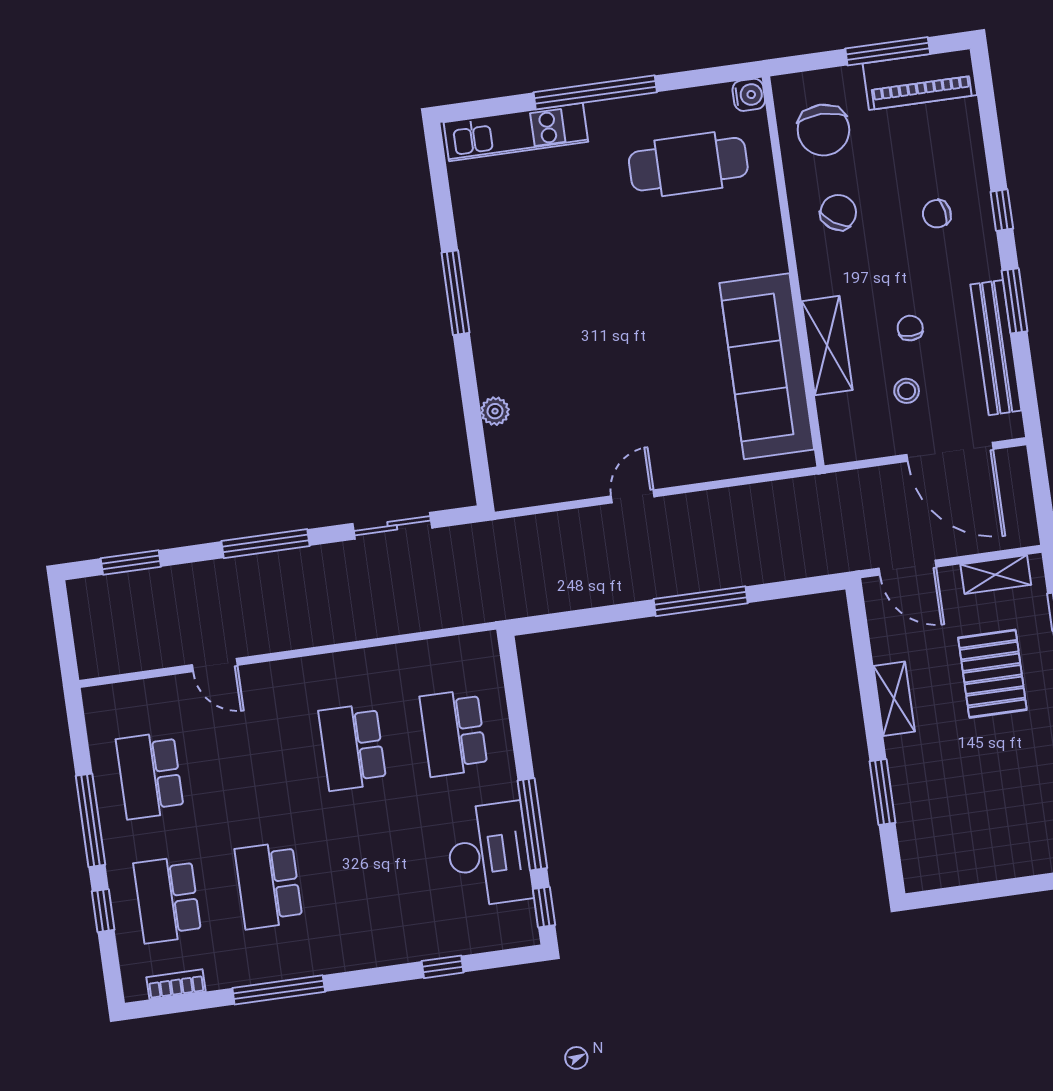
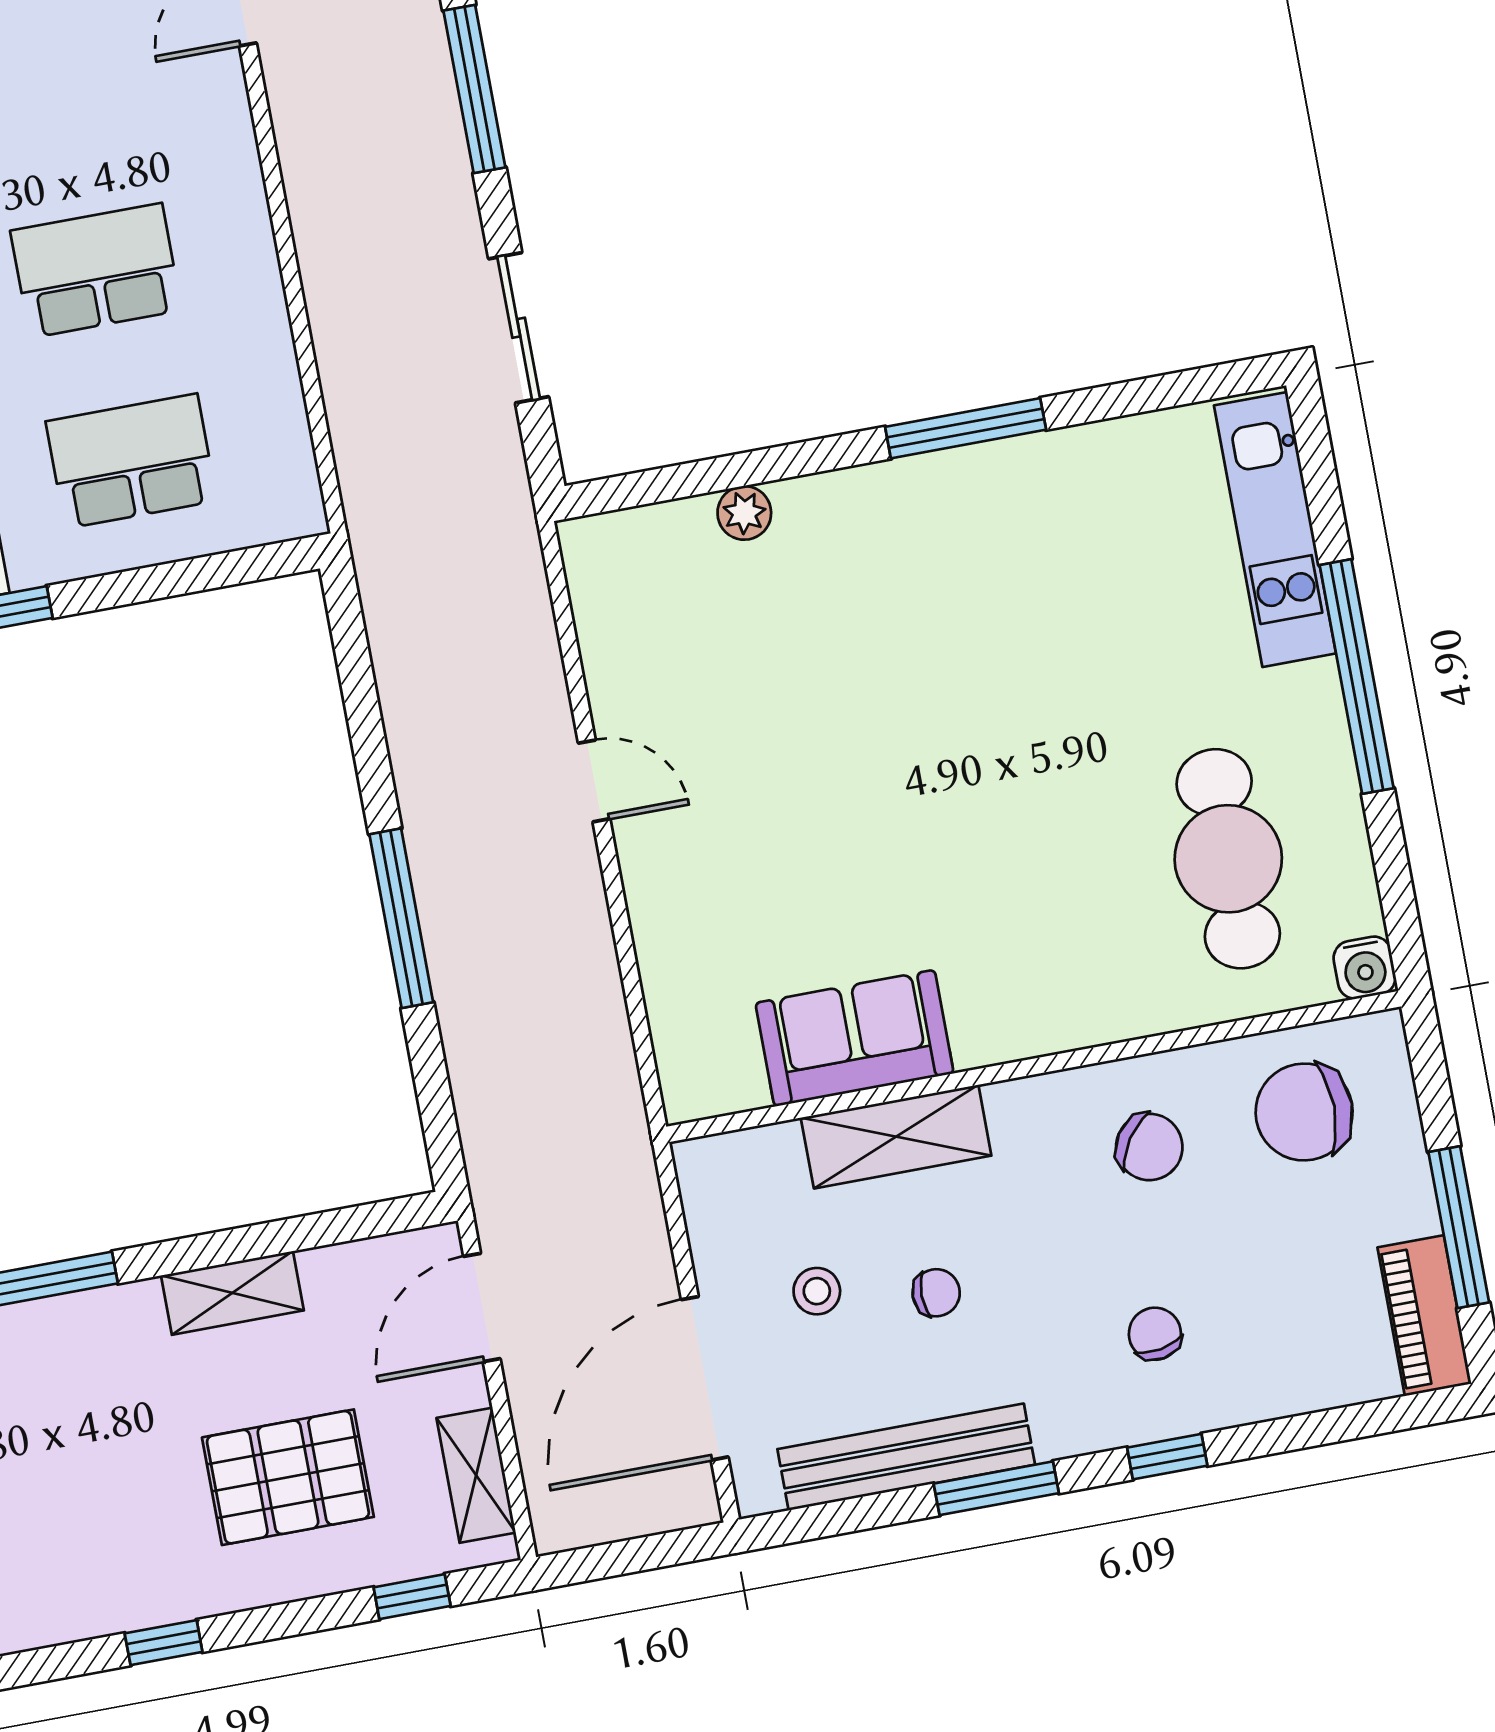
piano: (920, 79) -> (1424, 1316), width x0.73, depth x0.75
sofa: (767, 366) -> (855, 1038), width x0.54, depth x0.79

